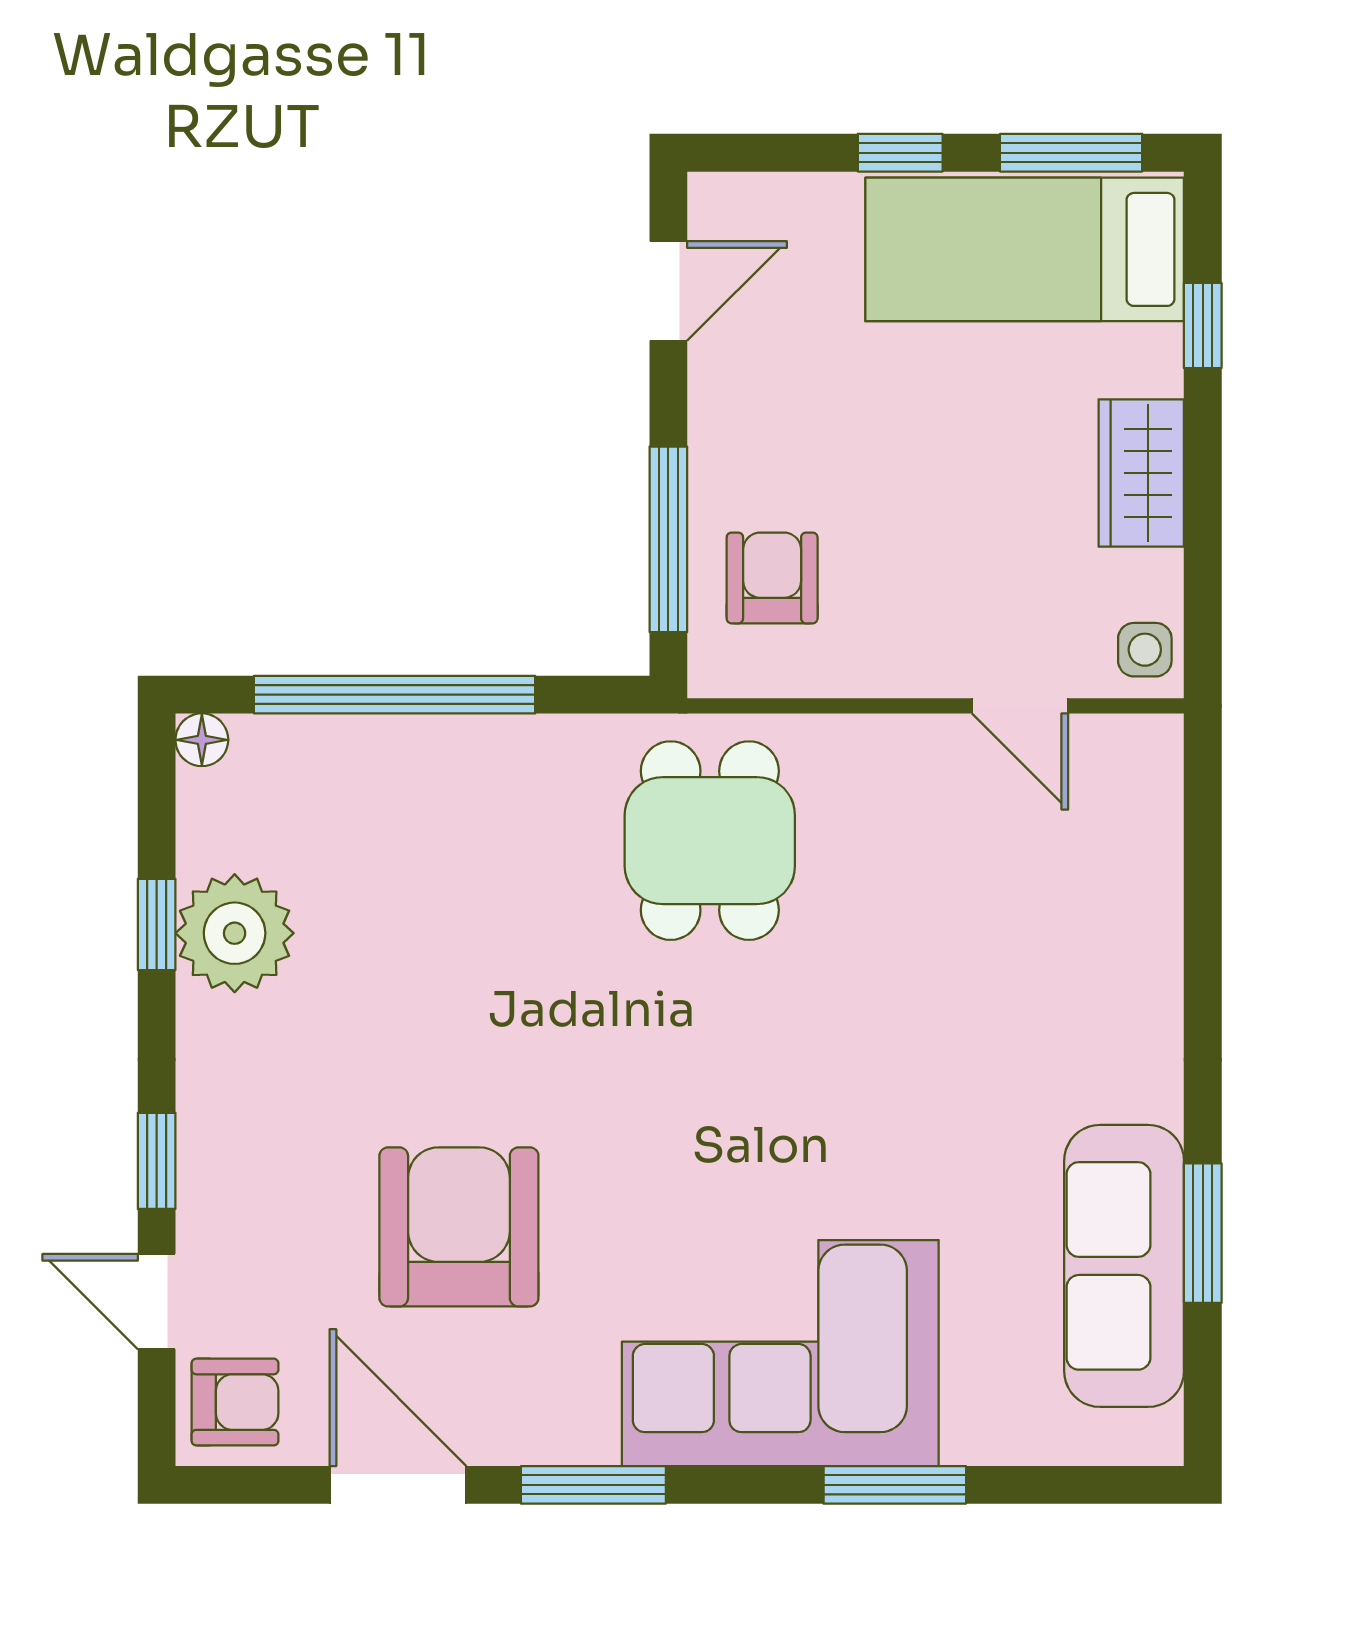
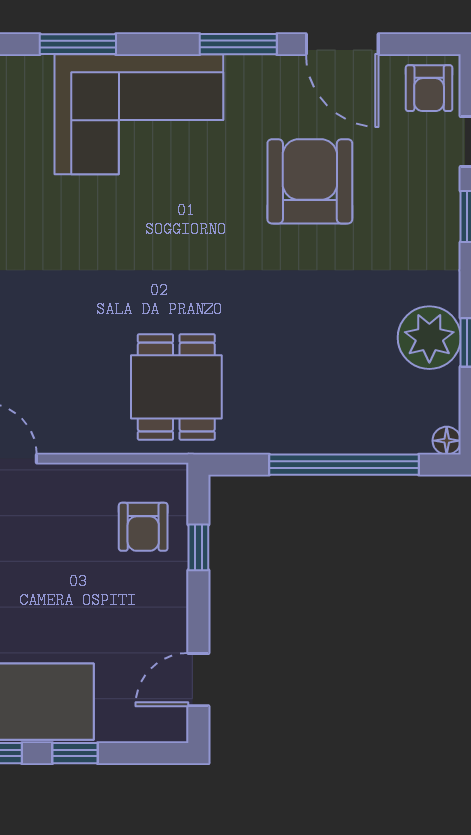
window: (668, 539) -> (198, 547), width x0.46
armchair: (459, 1227) -> (310, 181), turned 180
armchair: (235, 1402) -> (429, 88), turned -90

